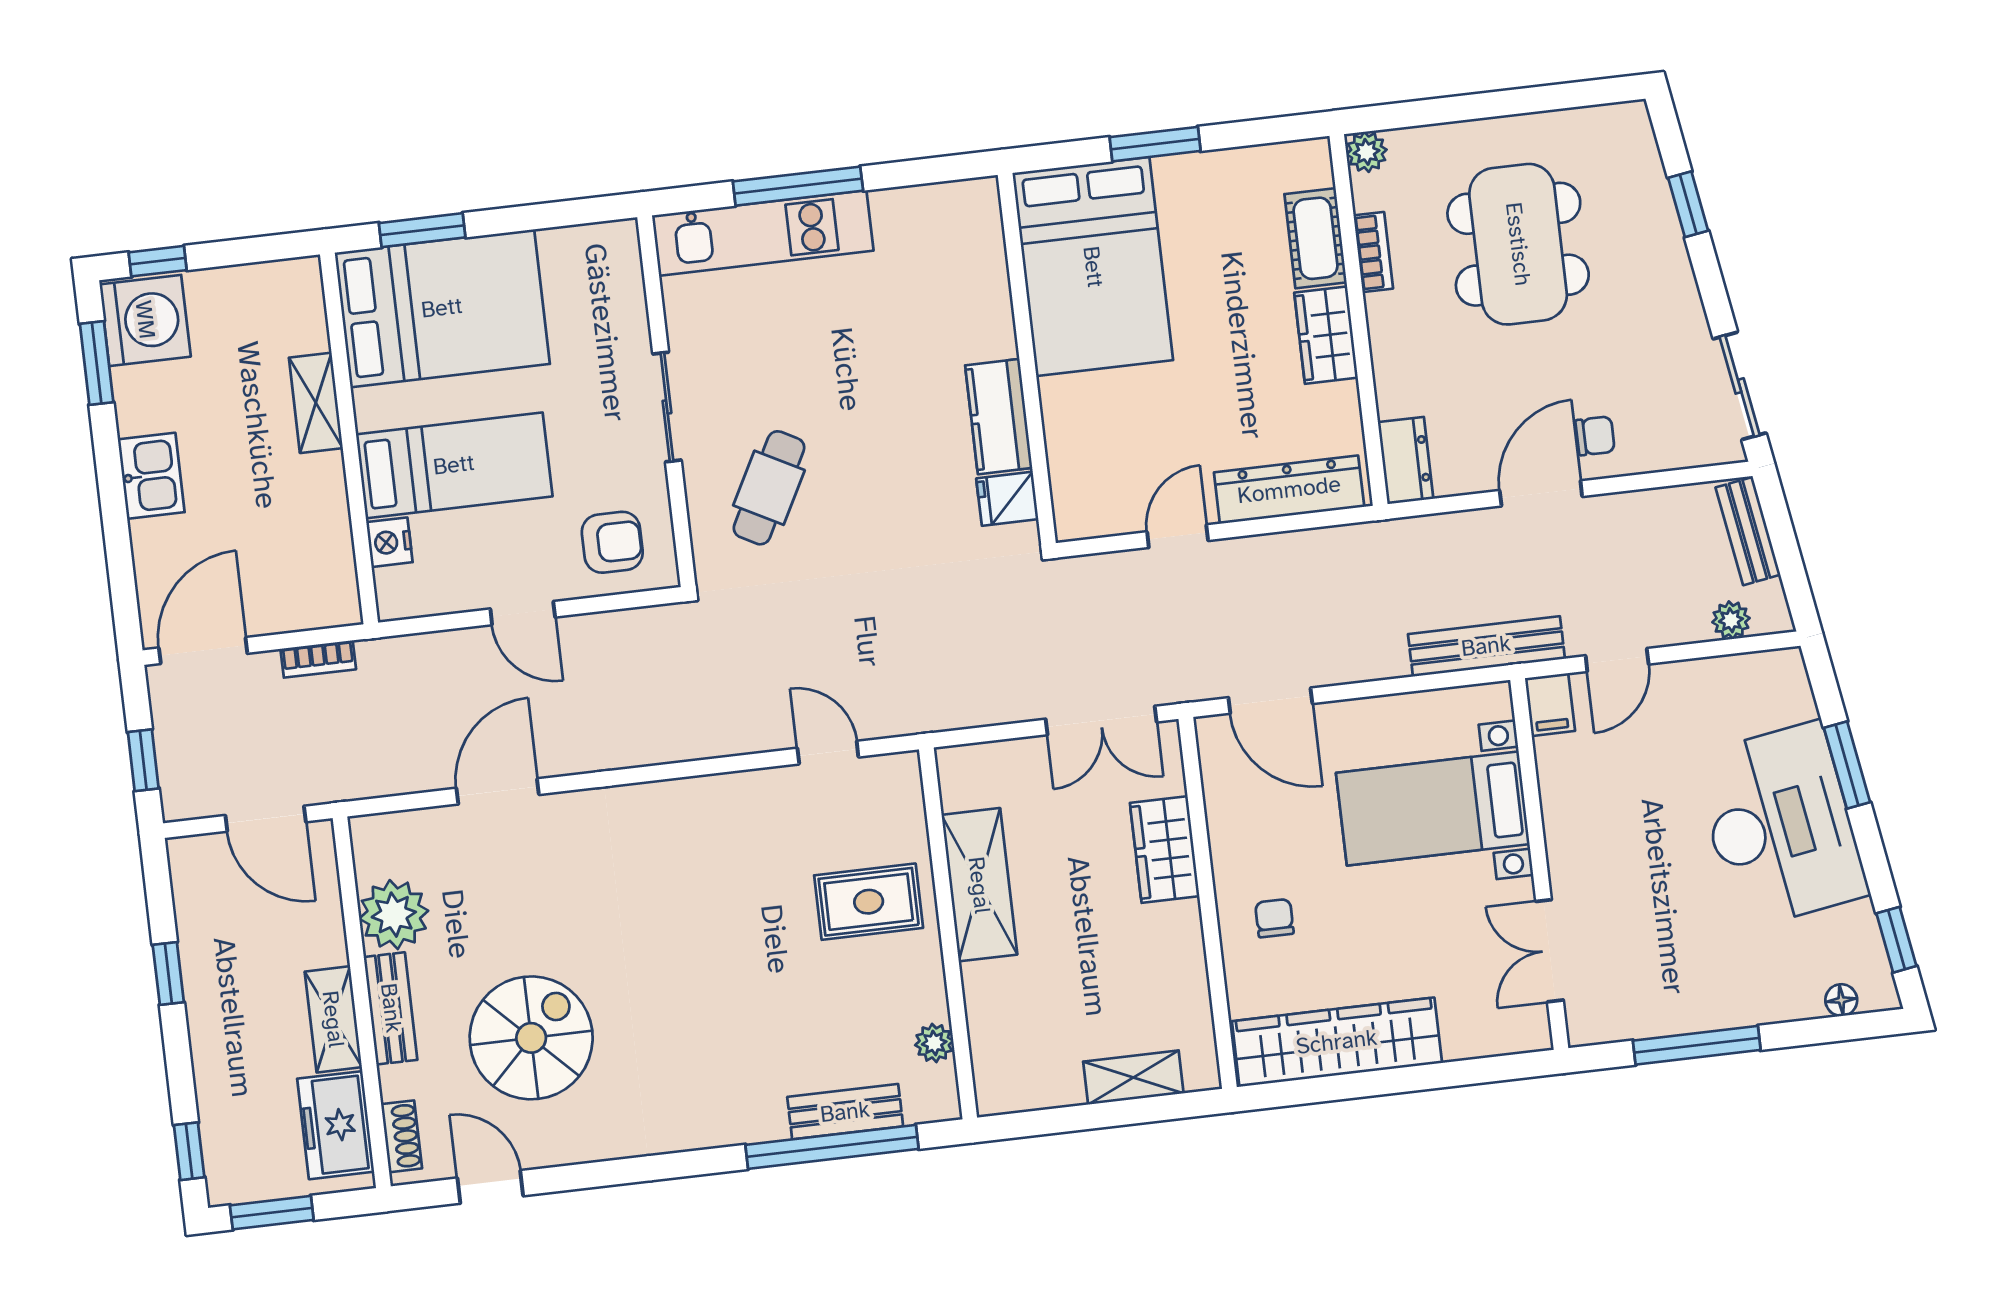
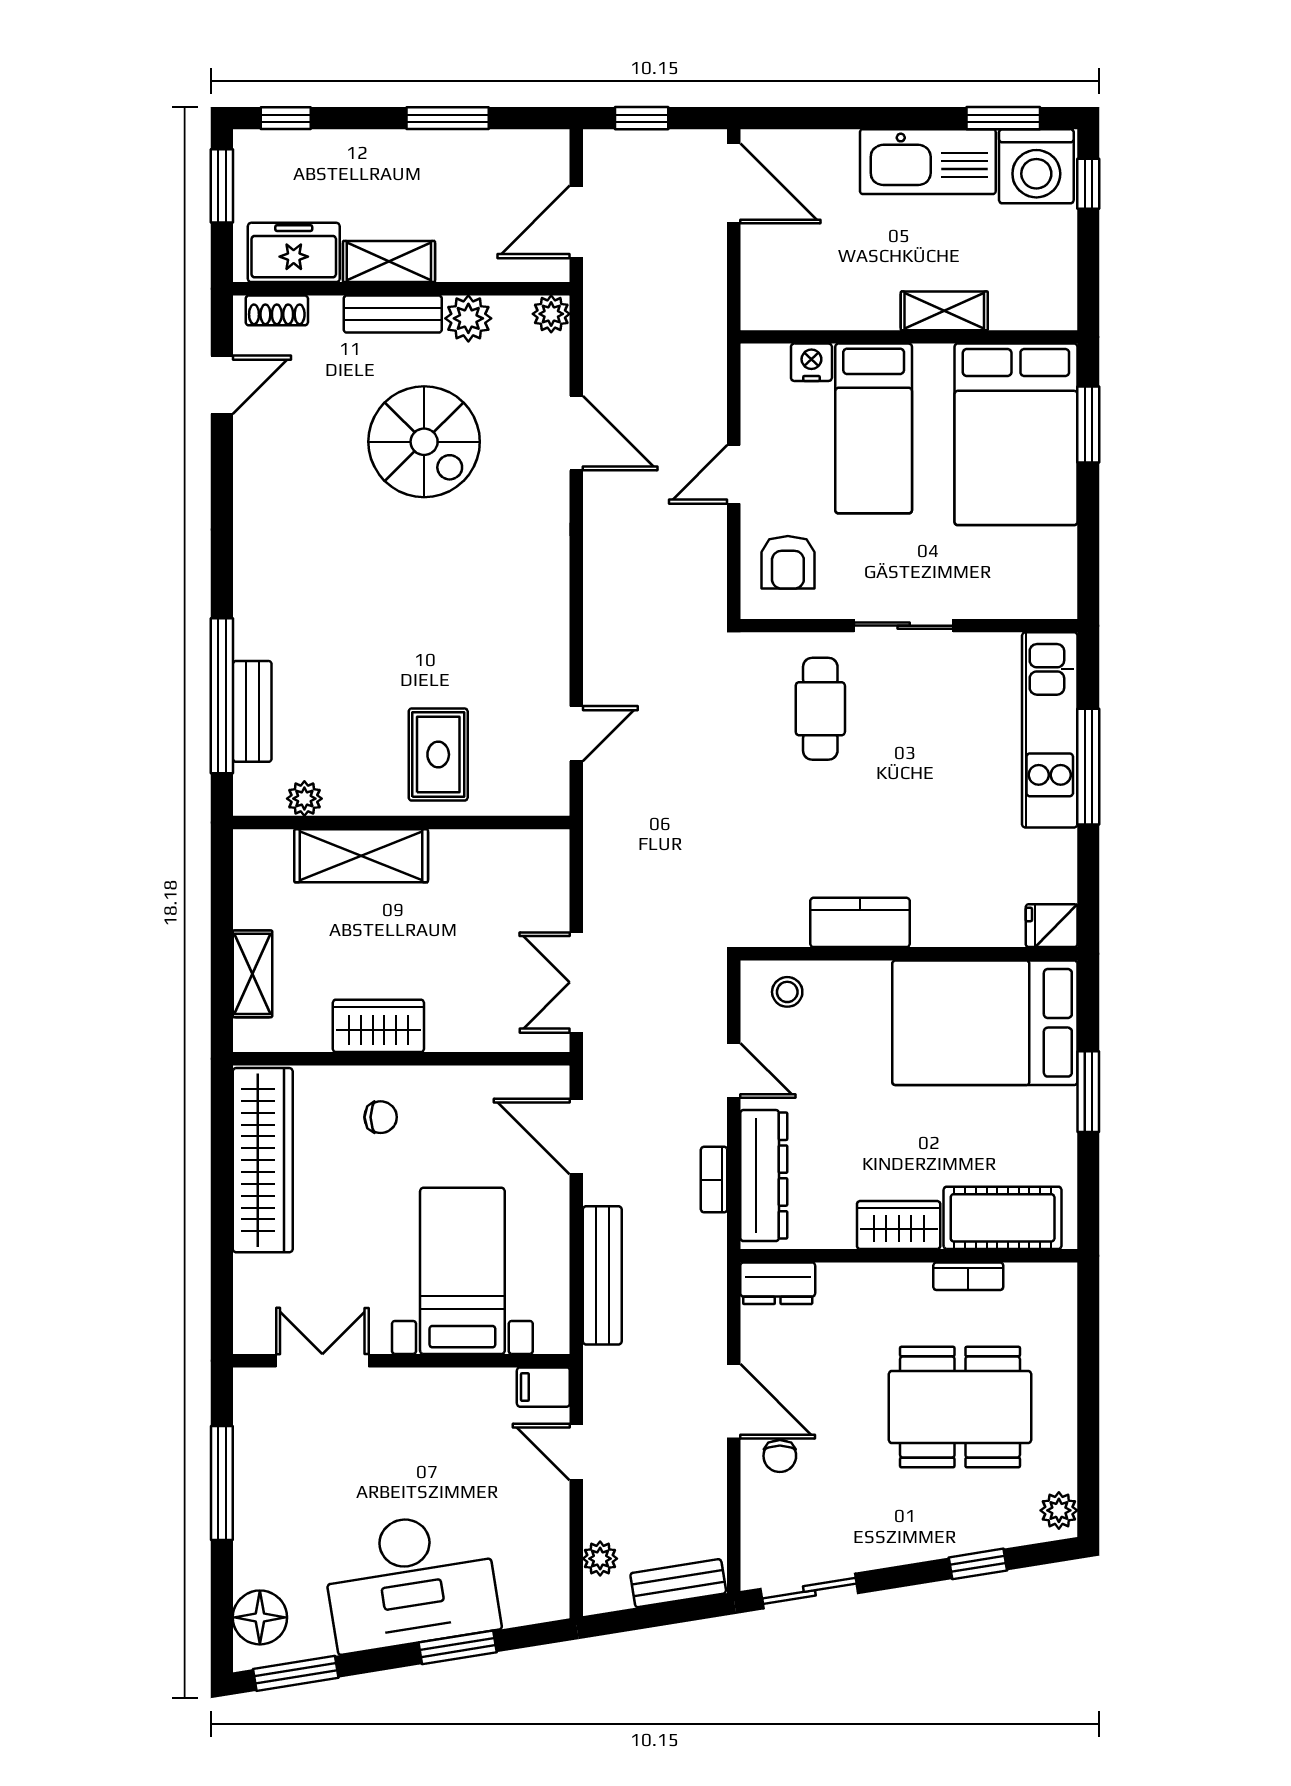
plant: (1366, 152) -> (1059, 1510), moved
cot: (1316, 238) -> (1003, 1218), width x1.37, depth x1.34
kitchen sink: (151, 476) -> (928, 162), width x1.88, depth x1.24
cafe table: (769, 488) -> (820, 709), turned 62
stool: (1084, 488) -> (787, 992), added
fridge: (1007, 499) -> (1052, 926), moved, turned -90
bench: (1486, 646) -> (602, 1275), moved
bookcase: (318, 659) -> (714, 1180), moved
door: (1270, 701) -> (576, 1137), hinge flipped
plant: (370, 834) -> (551, 314), added
wardrobe: (1165, 850) -> (378, 1026), moved
shelving: (979, 885) -> (361, 856), moved
plant: (394, 915) -> (468, 318), width x0.73, depth x0.73
window: (1896, 940) -> (296, 1673), width x1.50
window: (168, 974) -> (448, 118), width x1.50
floor lamp: (1841, 1000) -> (260, 1617), width x1.89, depth x1.89
spiral stairs: (531, 1038) -> (424, 442), moved

